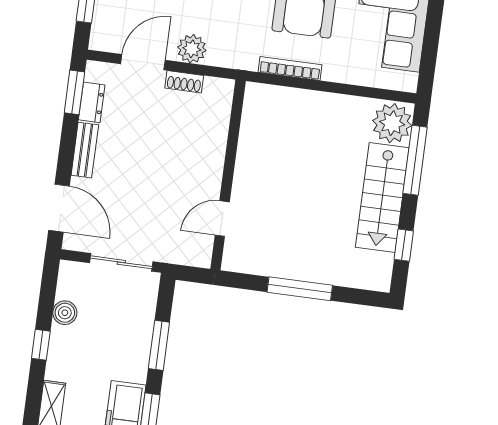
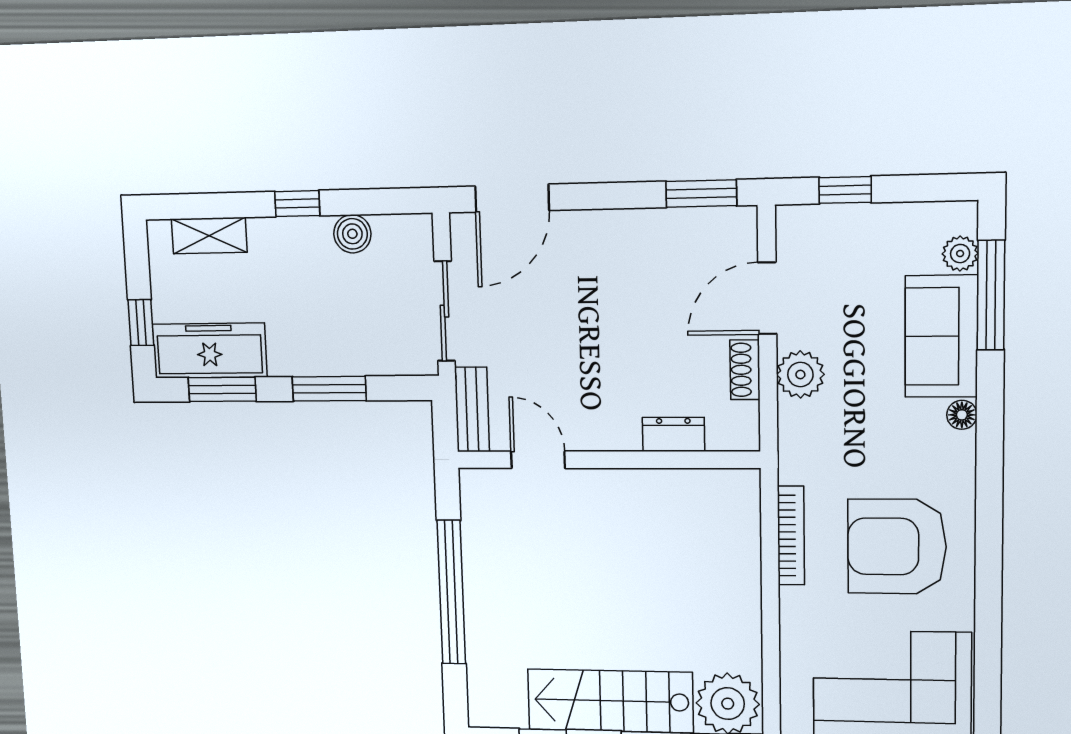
door: (143, 62) -> (767, 298), swing flipped
dresser: (92, 102) -> (674, 434), moved, turned 180
bench: (85, 150) -> (472, 410), moved, turned 90
window: (300, 289) -> (451, 592), width x1.46

